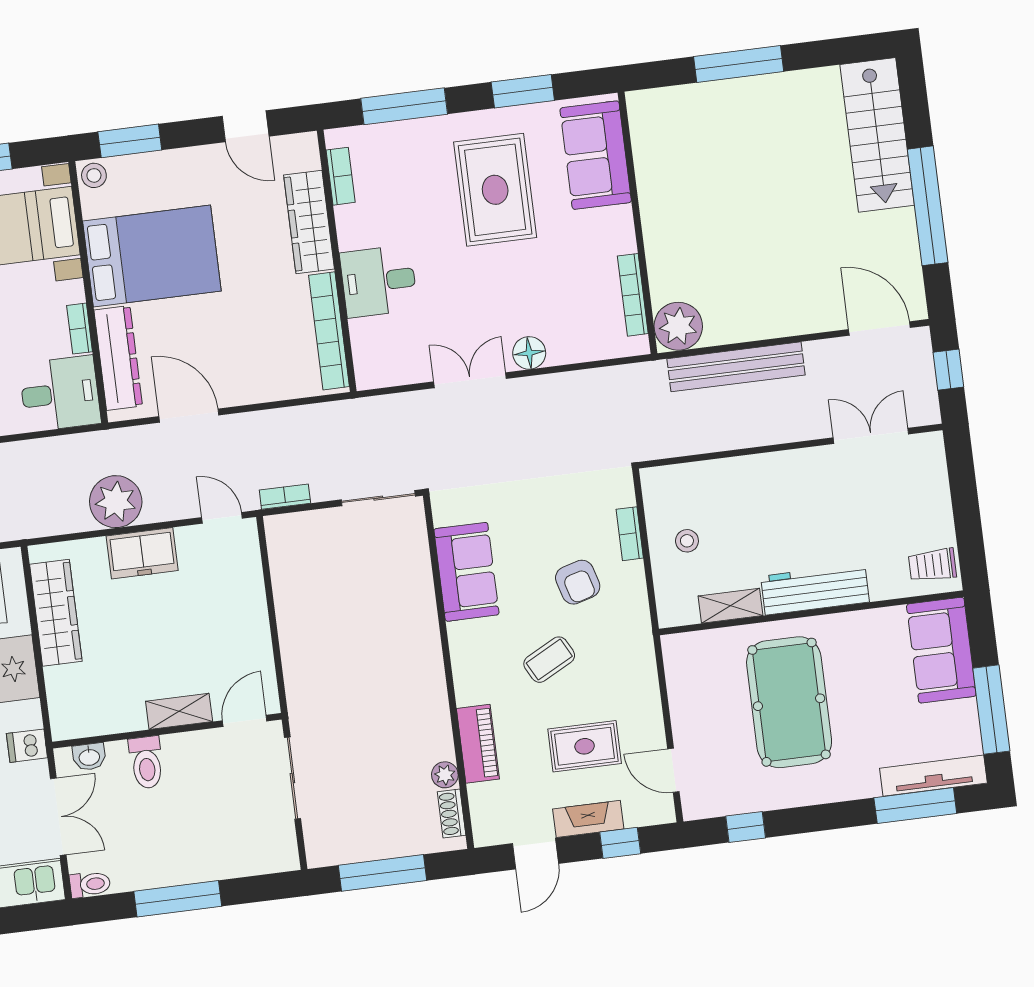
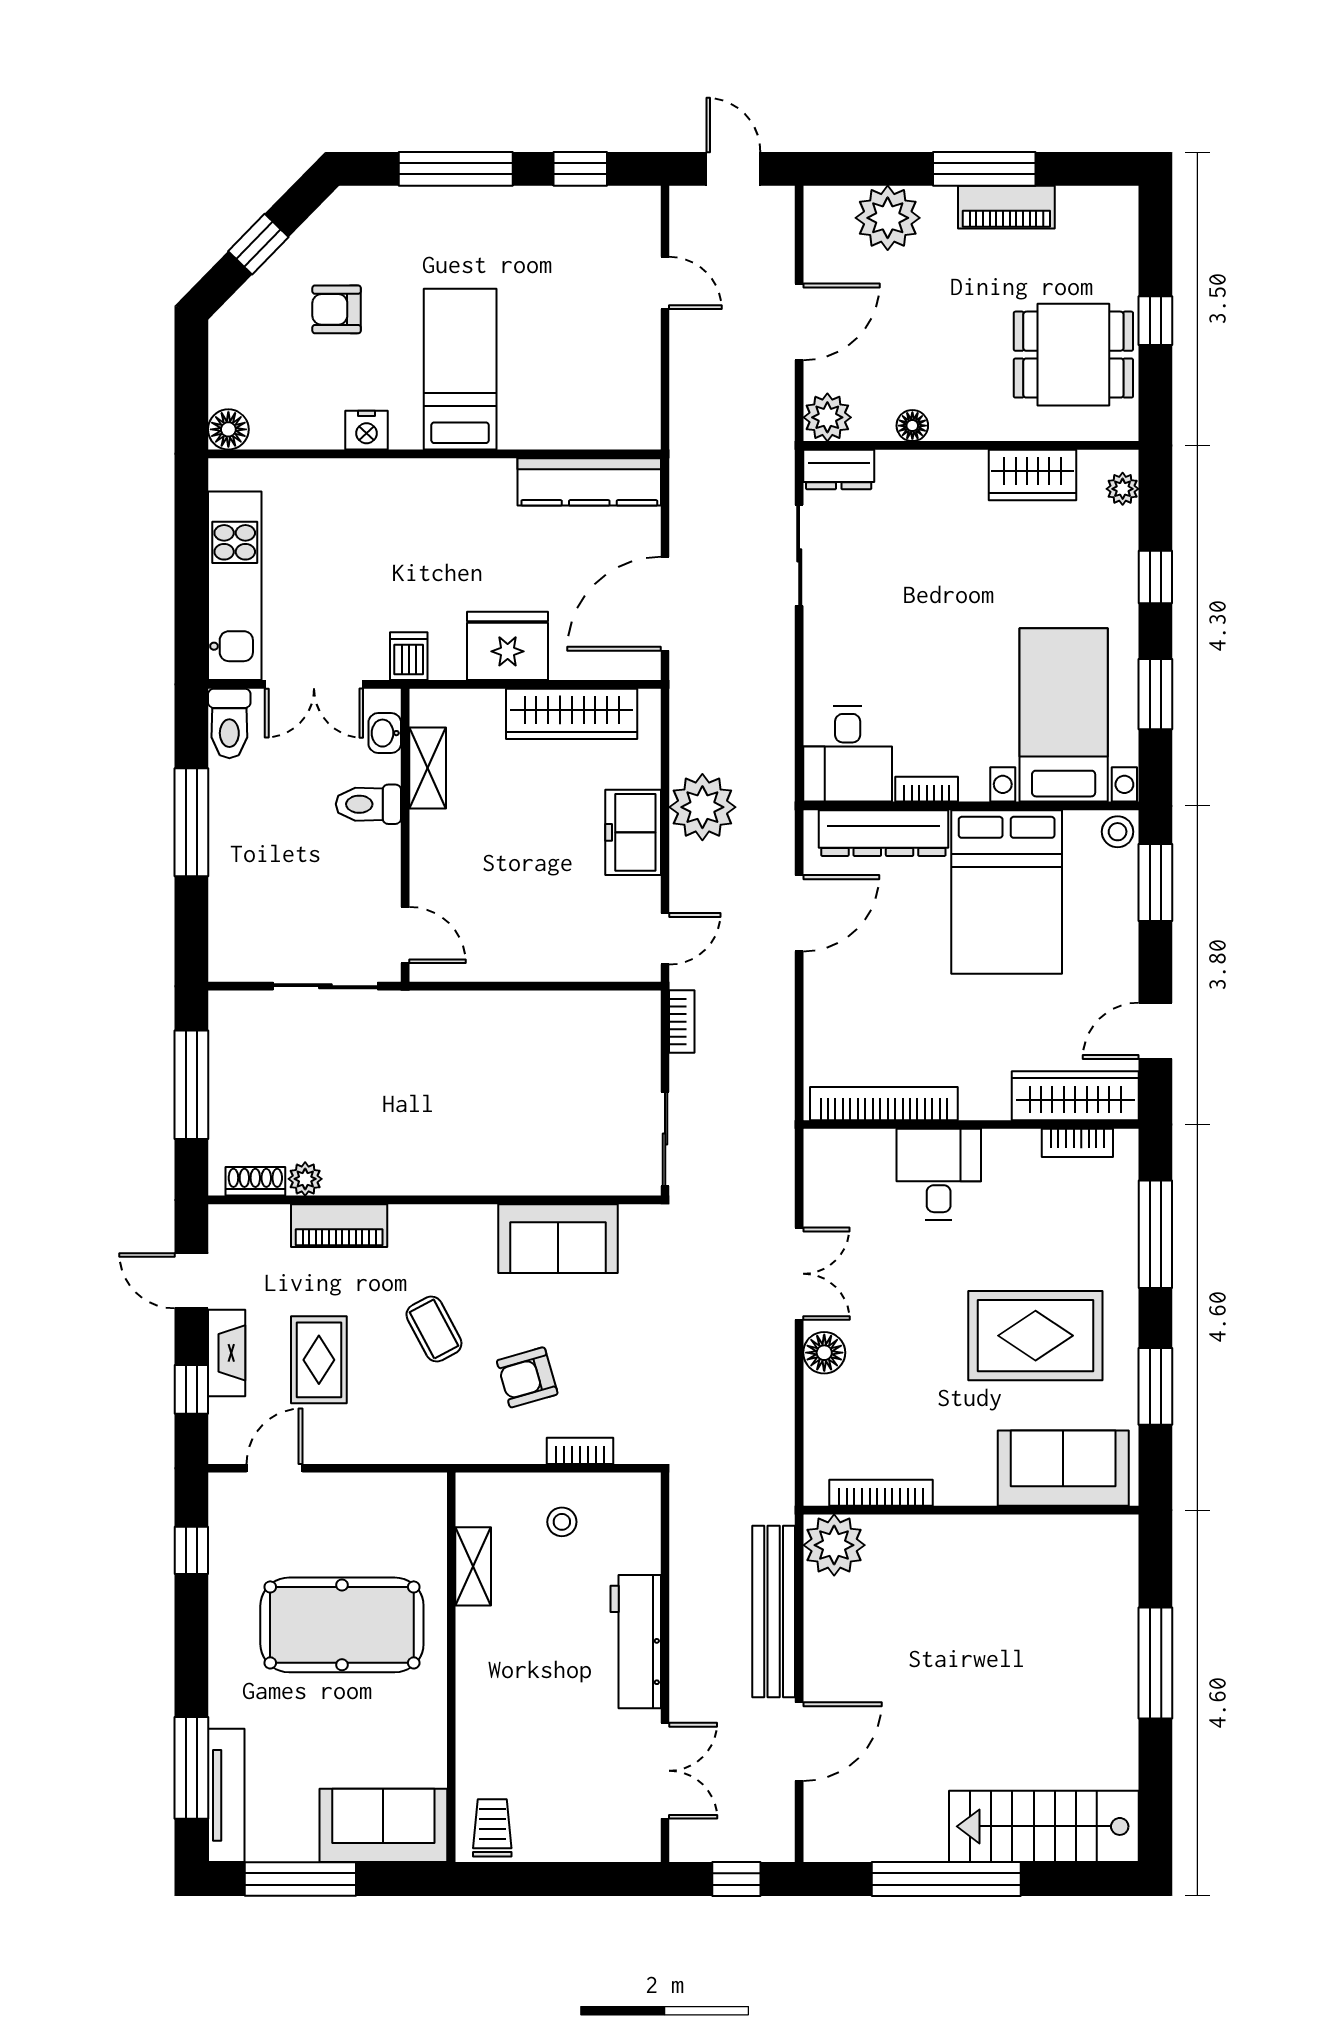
wardrobe: (309, 222) -> (1075, 1096), moved
door: (879, 328) -> (799, 1742), moved
workbench: (815, 589) -> (636, 1642), moved, turned 180
shelving: (179, 711) -> (428, 768), moved
toilet: (90, 884) -> (229, 723), width x1.37, depth x1.39

